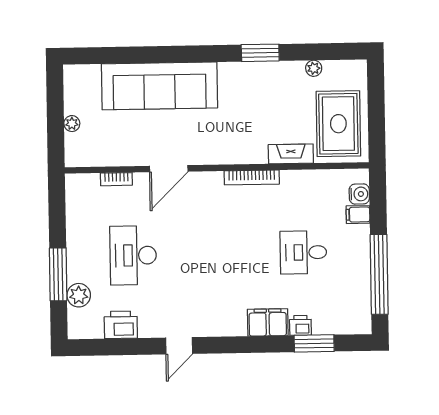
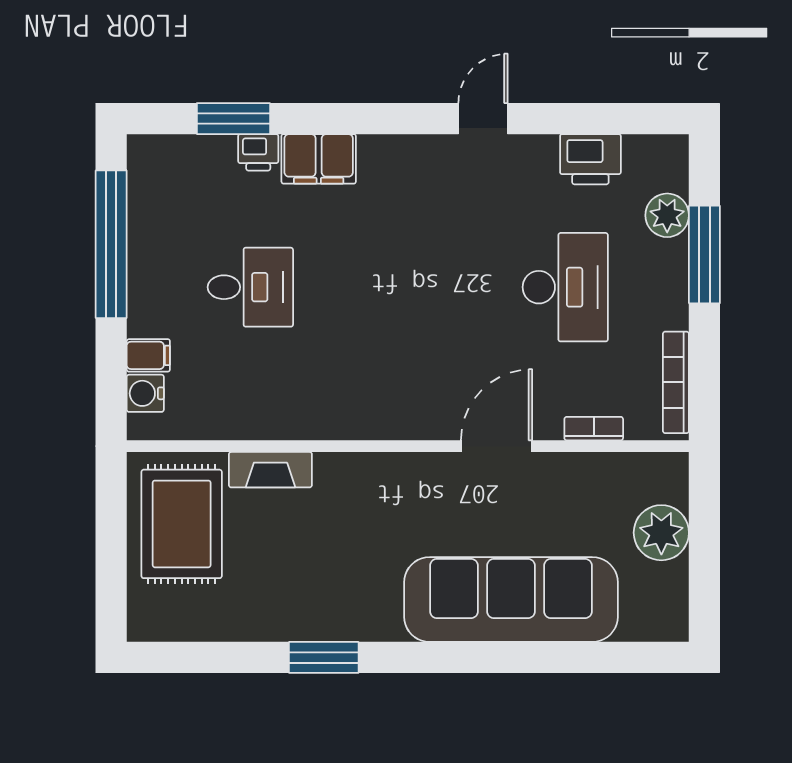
plant: (314, 68) -> (225, 627), removed
plant: (72, 124) -> (661, 533), width x1.88, depth x1.88
bookcase: (252, 177) -> (676, 382), moved, turned -90

